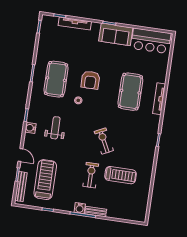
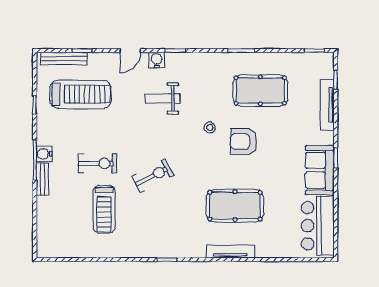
pool table: (56, 79) -> (260, 90), moved
weight bench: (55, 128) -> (162, 98), turned 180
door: (20, 155) -> (130, 51), moved

